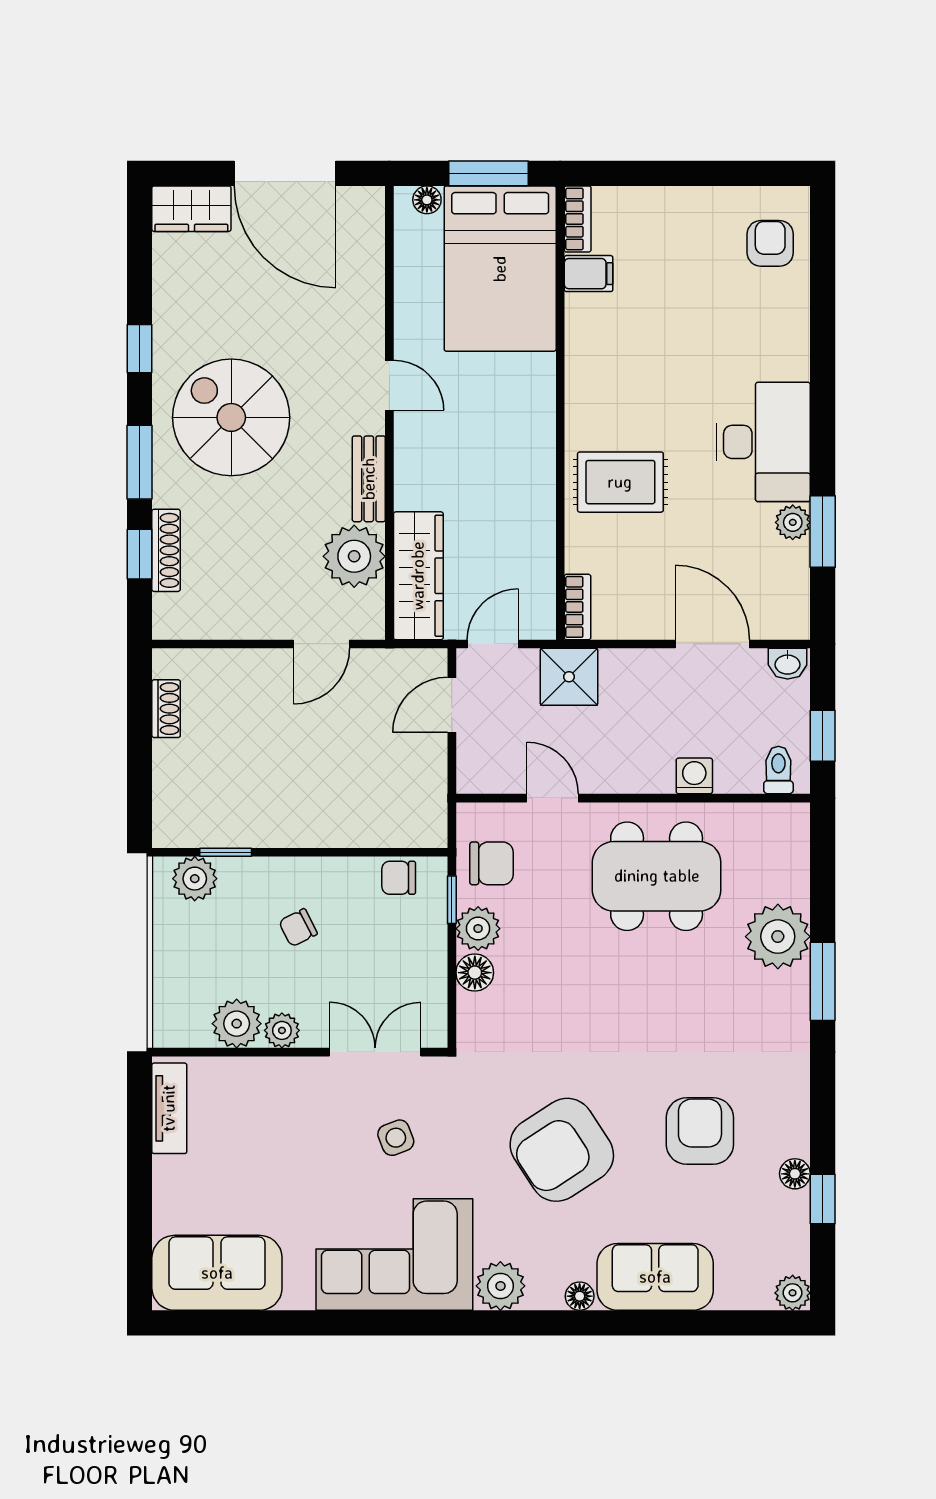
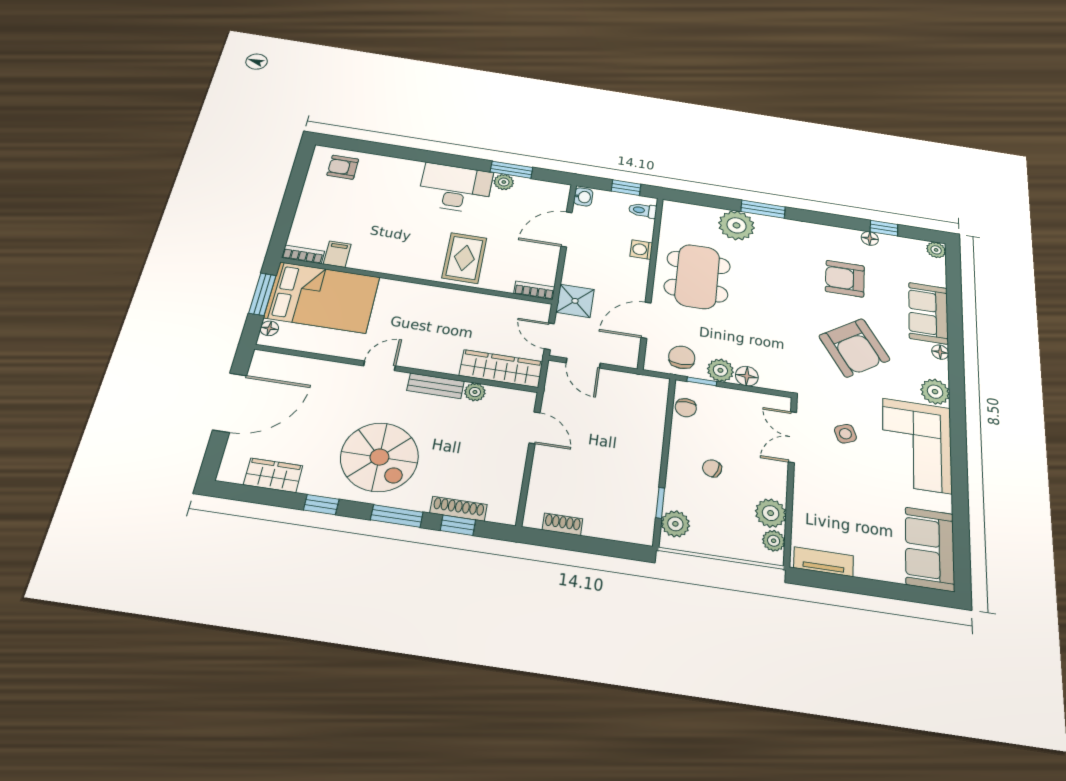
wardrobe: (191, 209) -> (273, 475), moved, turned -90
spiral stairs: (231, 417) -> (379, 457), turned -90
plant: (354, 556) -> (475, 392), width x0.53, depth x0.53
door: (553, 798) -> (646, 320), width x1.38
chair: (298, 928) -> (712, 468), turned 137
plant: (282, 1030) -> (774, 541), moved

